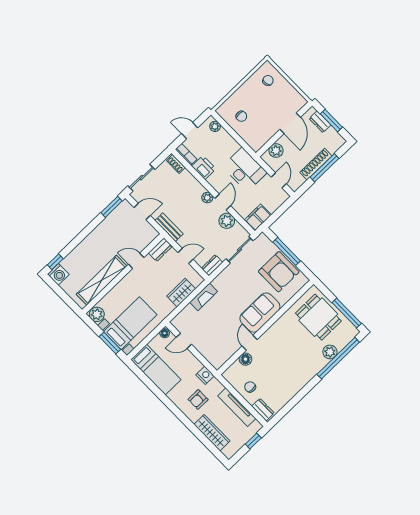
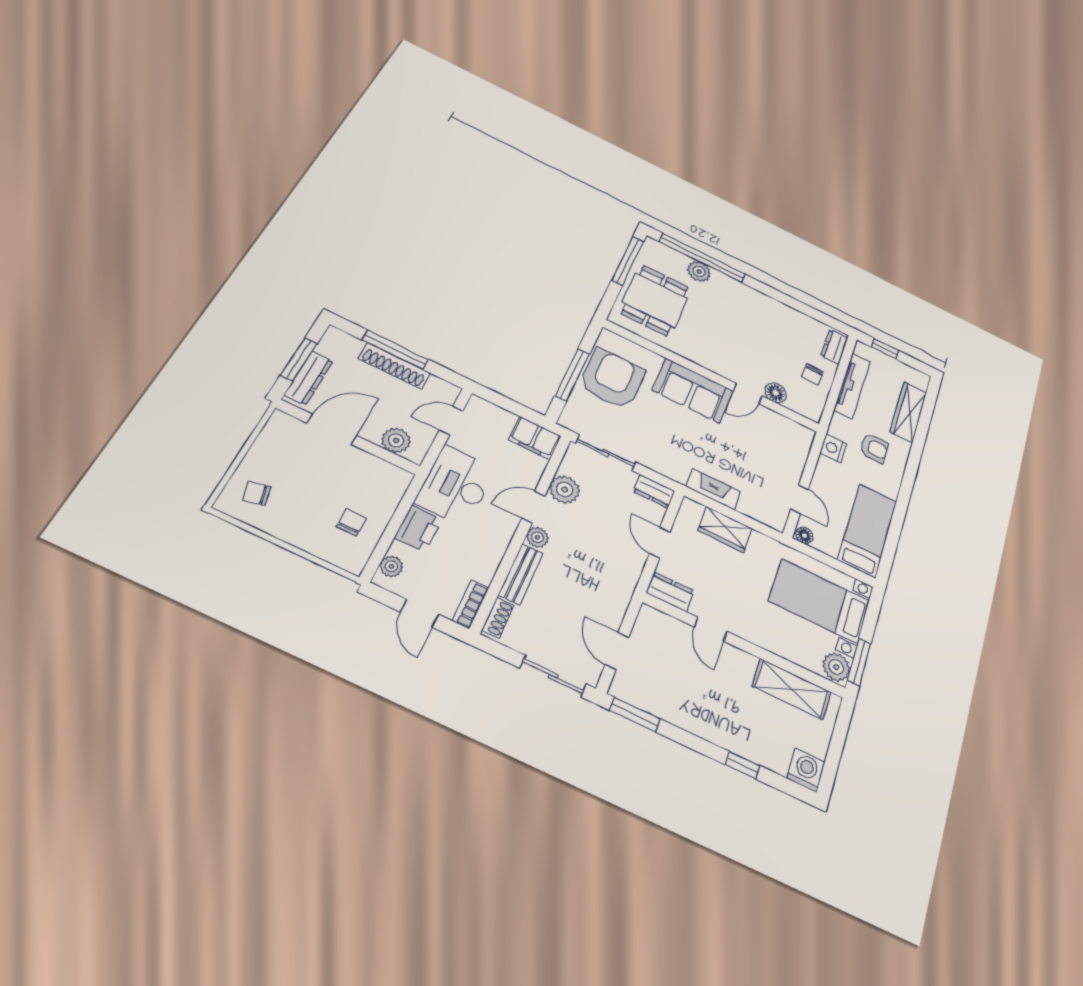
dresser: (320, 122) -> (309, 378), width x1.44
printer: (204, 167) -> (418, 528), moved, turned 180
bench: (169, 227) -> (521, 574), moved
window: (55, 262) -> (742, 765), moved
shelving: (102, 280) -> (792, 689), width x0.68
window: (110, 343) -> (859, 662), moved

